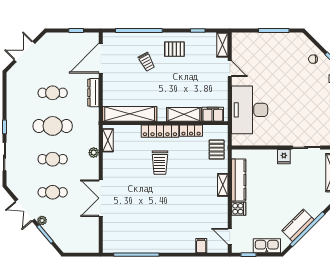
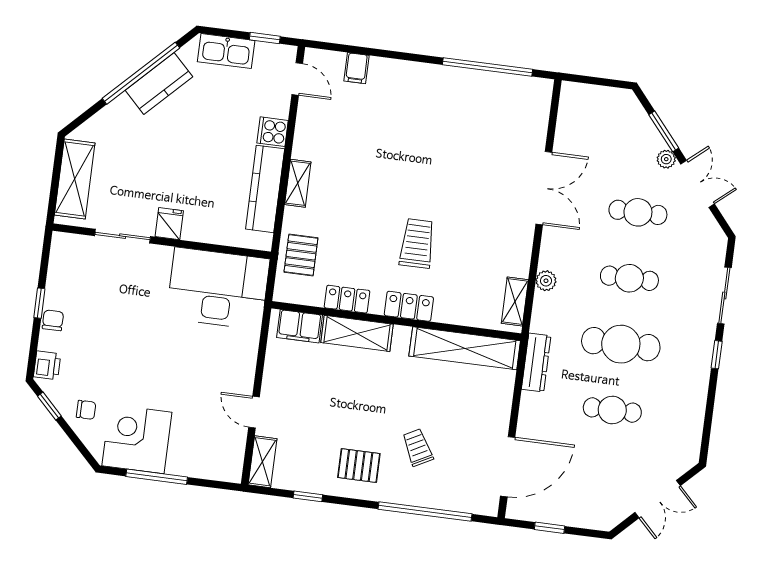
corner desk: (286, 48) -> (137, 439), added
dresser: (93, 93) -> (536, 363), moved
desk: (250, 110) -> (218, 288), moved, turned -90
locker: (160, 131) -> (409, 306), width x0.66

